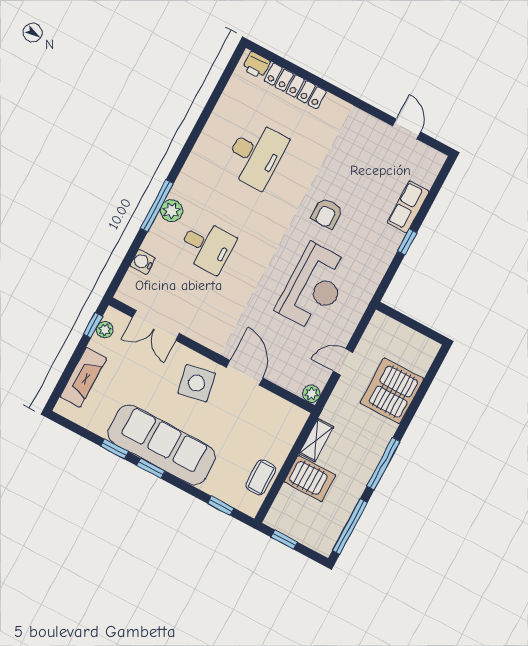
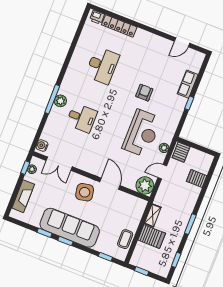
door: (407, 129) -> (182, 42), swing flipped
armchair: (327, 213) -> (144, 93), turned 180
water cooler: (143, 262) -> (42, 146), moved
plant: (351, 319) -> (164, 148), added
server rack: (382, 330) -> (181, 152), added
server rack: (392, 391) -> (197, 178), width x0.46, depth x0.70
plant: (311, 394) -> (145, 185), width x1.87, depth x1.87
window: (383, 464) -> (190, 224), width x0.69
window: (350, 526) -> (176, 260), width x0.46

